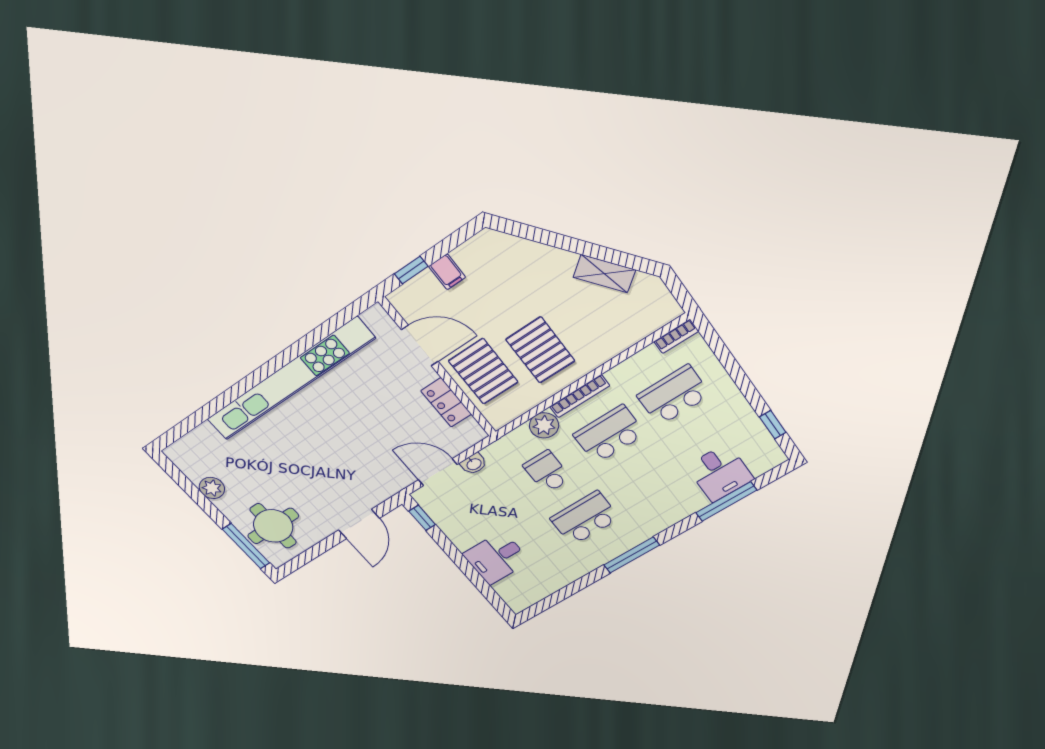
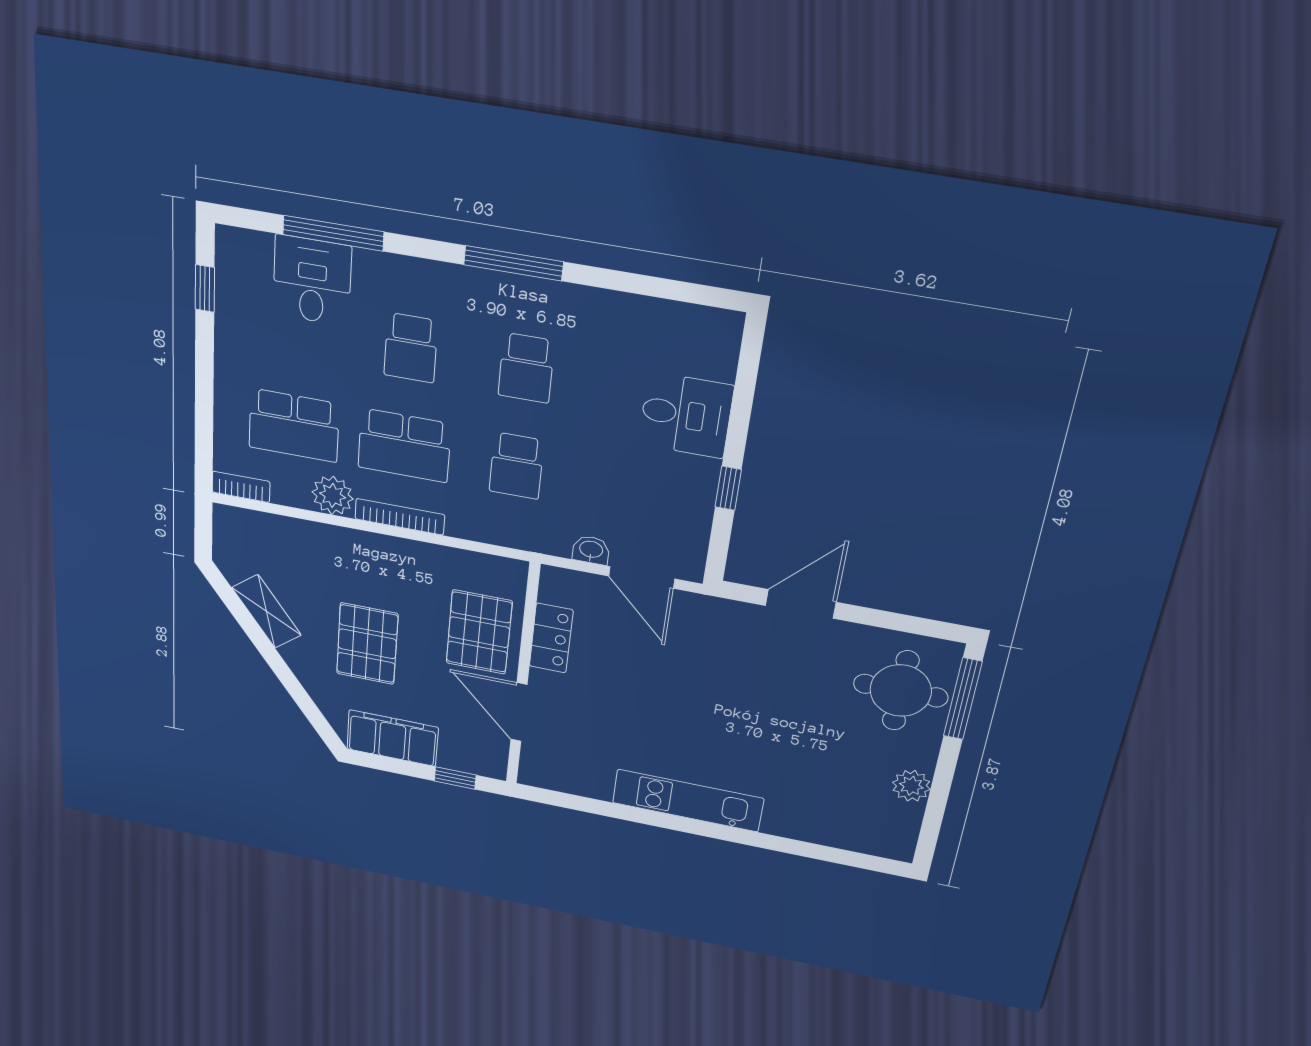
filing cabinet: (447, 272) -> (392, 738), width x3.00, depth x1.17
pallet: (540, 350) -> (367, 644), moved
kitchen unit: (290, 379) -> (688, 801), width x0.54
plant: (544, 425) -> (333, 495), moved
school desk: (646, 482) -> (411, 348), added
window: (422, 518) -> (728, 488), moved
school desk: (585, 518) -> (526, 368), width x0.54

